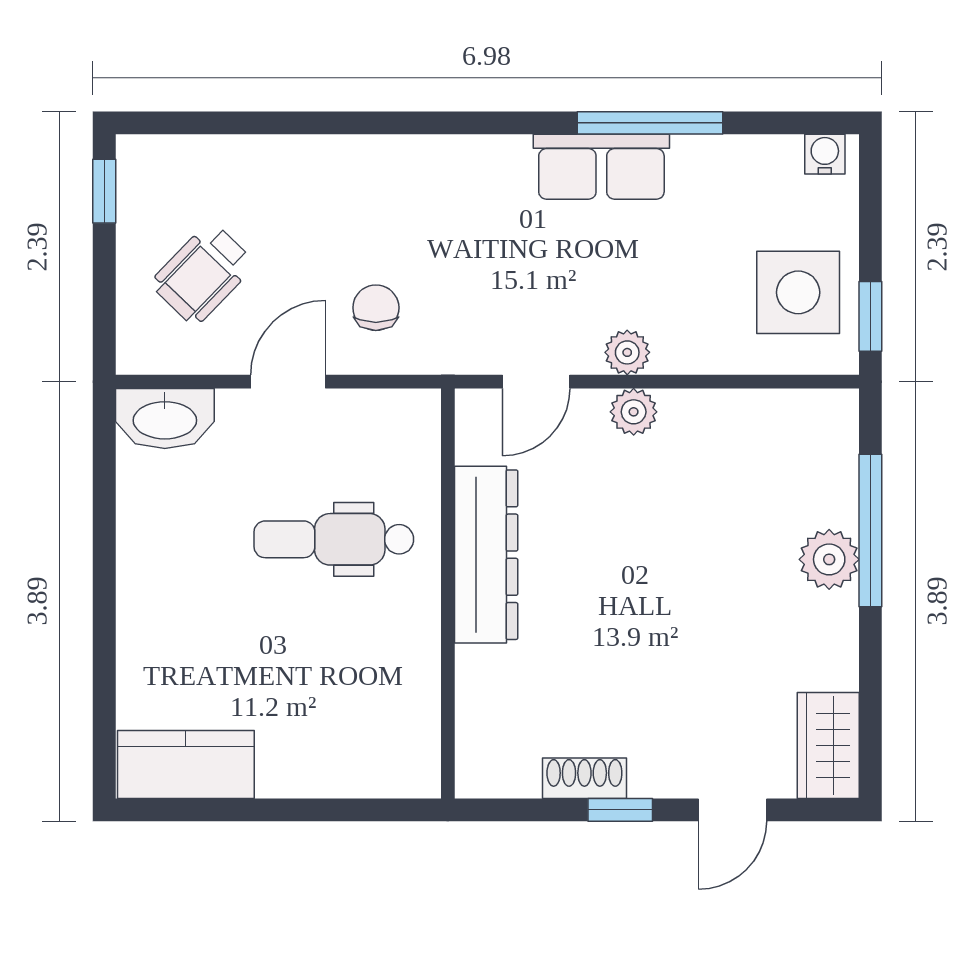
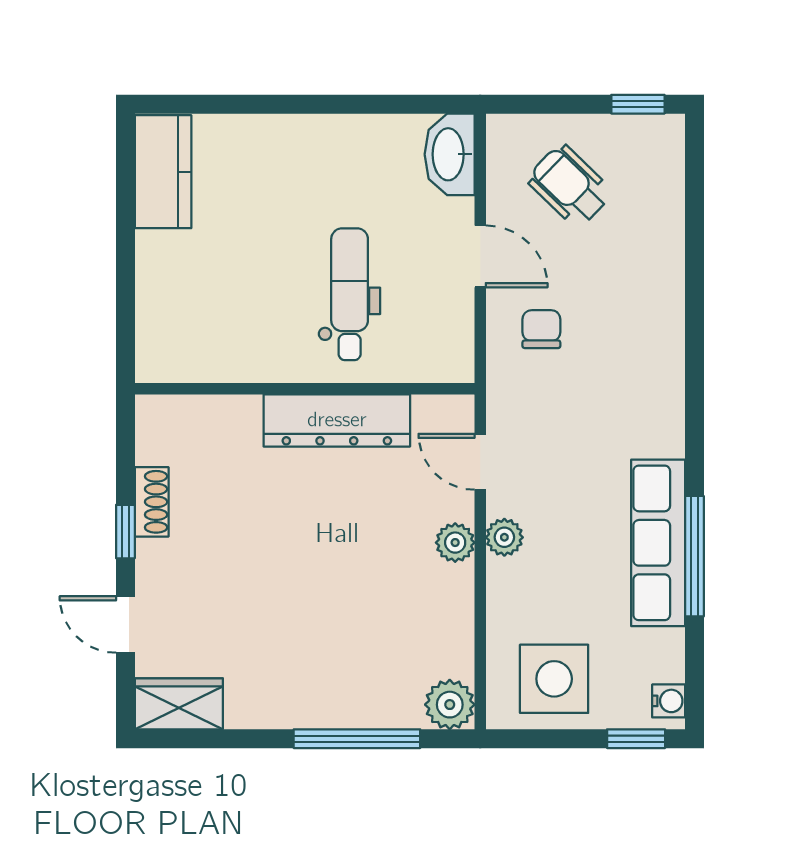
row of seats: (601, 167) -> (658, 543), width x1.48
chair: (376, 308) -> (541, 329), turned -90
window: (870, 316) -> (636, 739), moved
plant: (829, 559) -> (450, 705), moved

